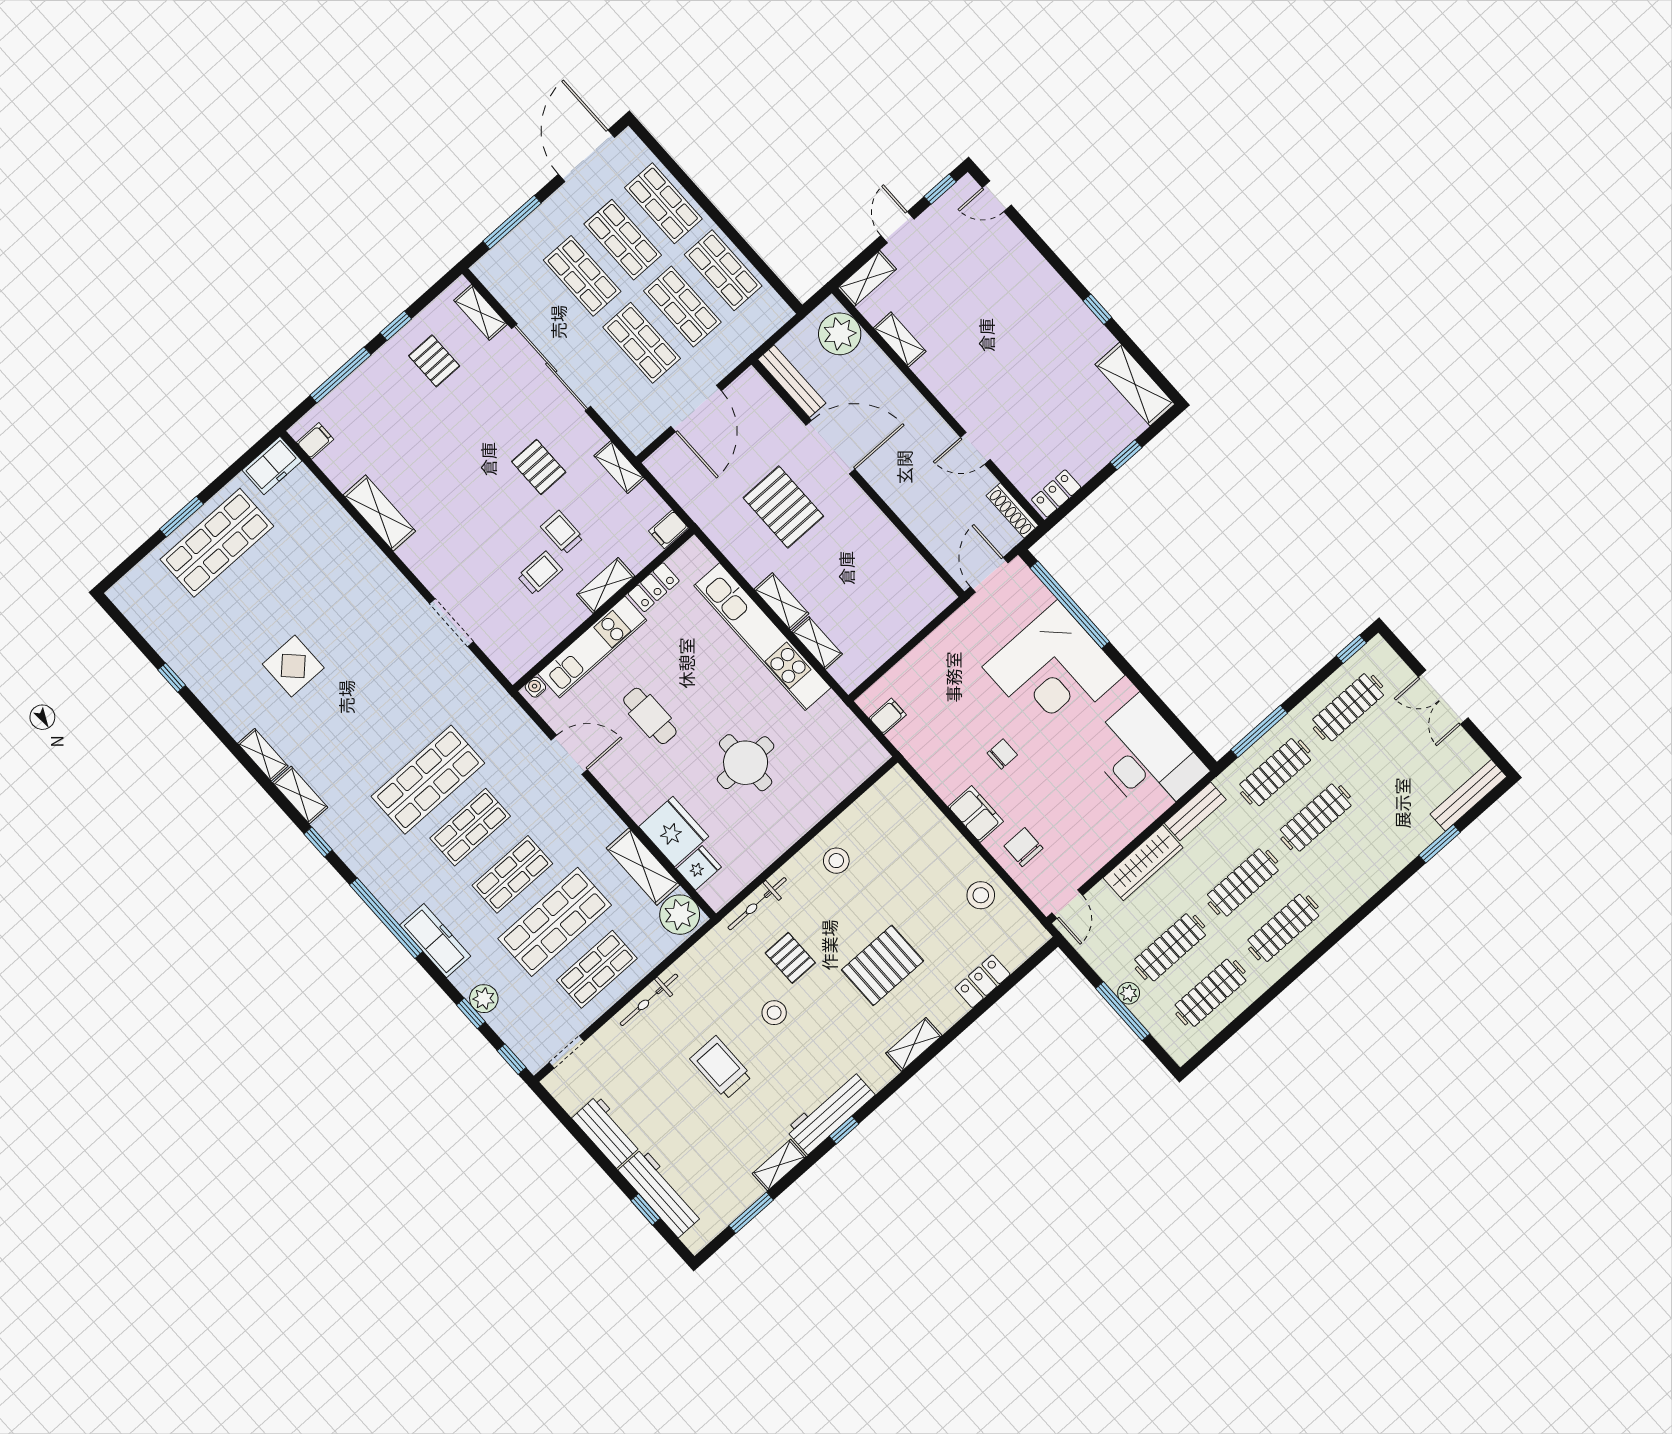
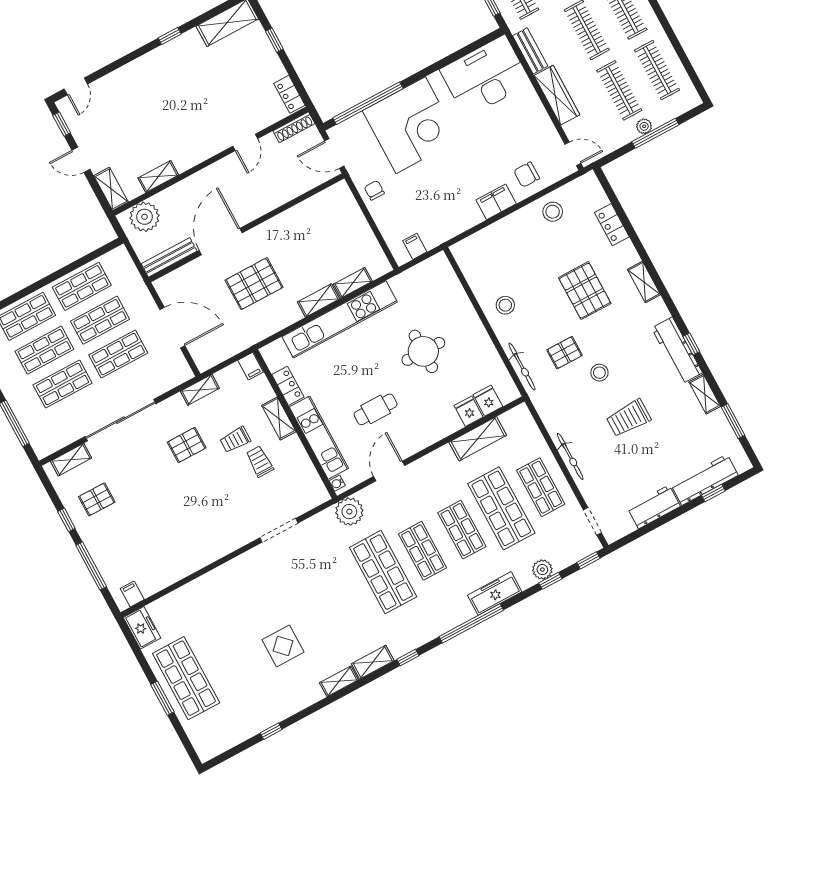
shelving: (379, 513) -> (192, 562), removed
chair: (1002, 754) -> (374, 190), moved
fridge: (674, 832) -> (469, 411), width x0.53, depth x0.75
plant: (680, 915) -> (349, 512), moved

